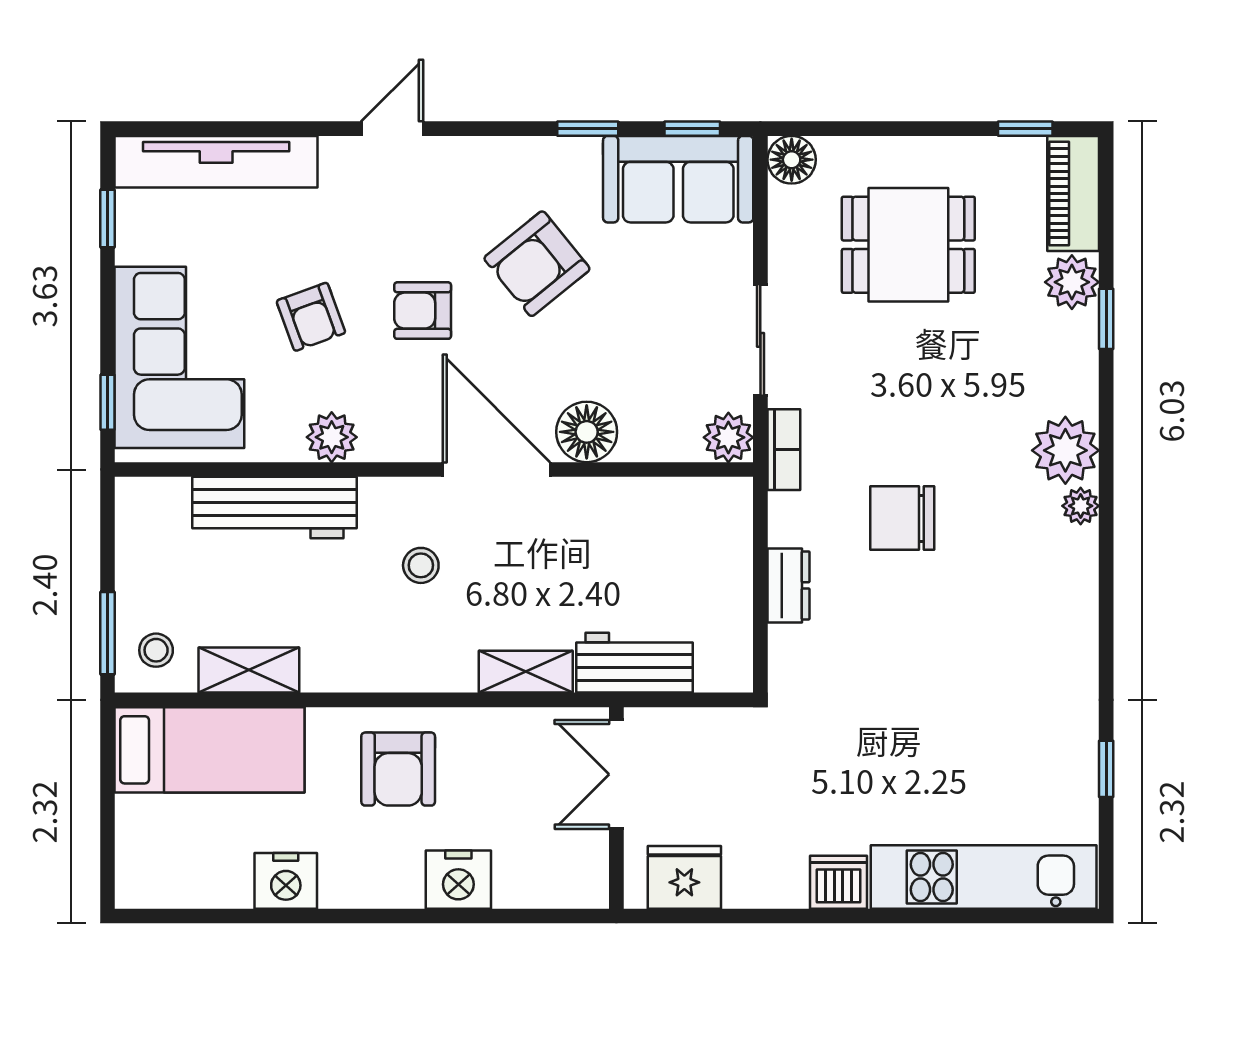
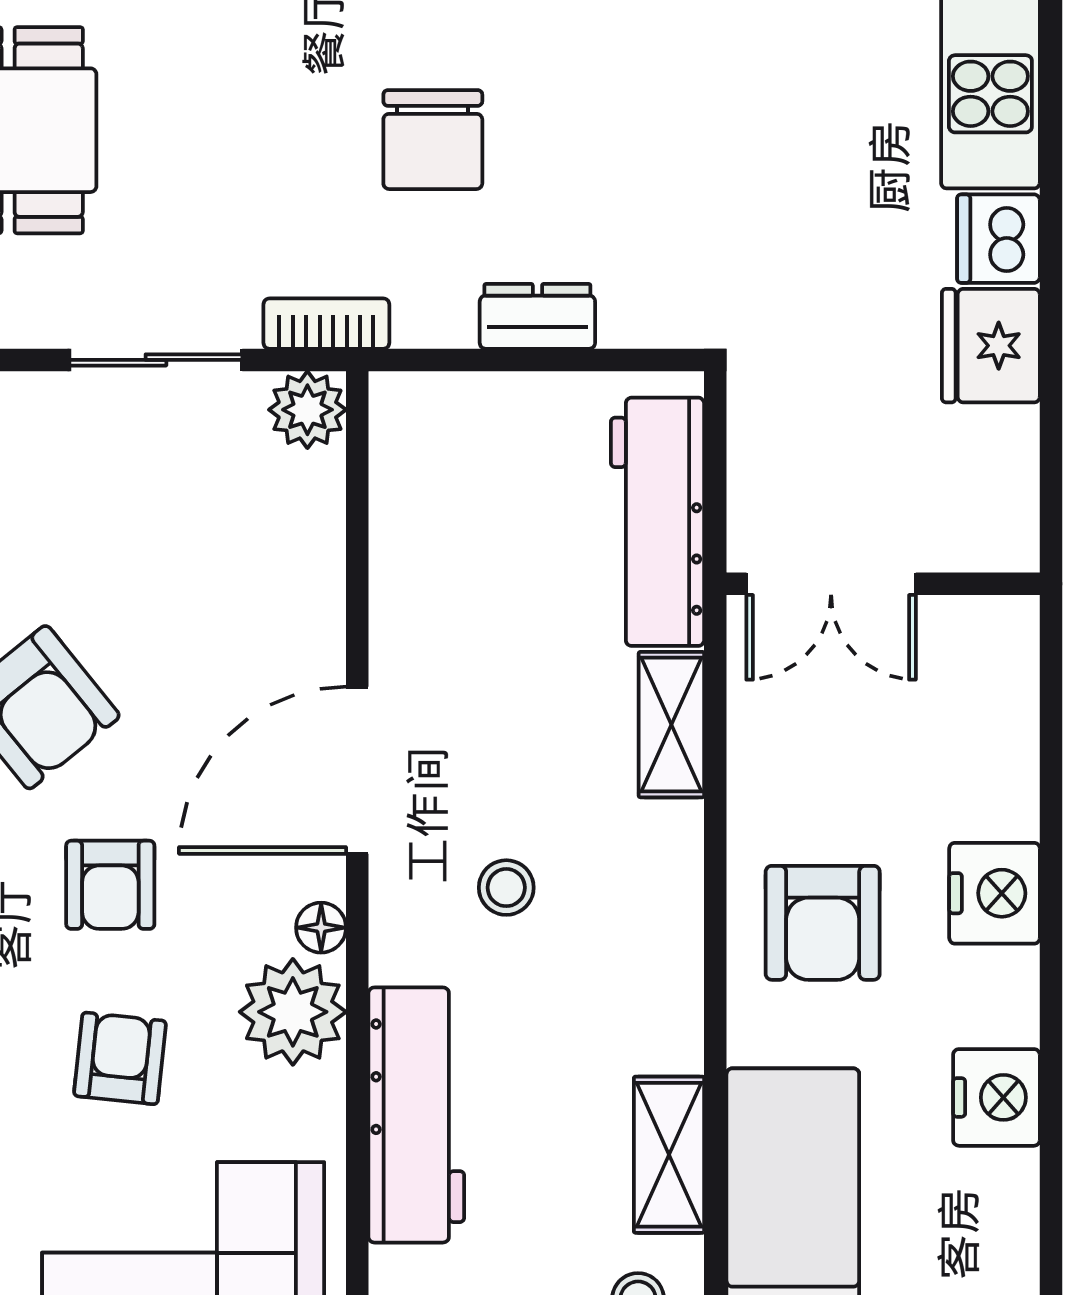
armchair: (311, 317) -> (120, 1058), turned -64
floor lamp: (587, 432) -> (321, 928), moved, width x0.53, depth x0.53
plant: (332, 437) -> (293, 1012), width x1.36, depth x1.36
workbench: (634, 663) -> (657, 522), width x1.38
armchair: (398, 769) -> (823, 923), turned 90
fridge: (684, 877) -> (991, 346), moved
nightstand: (458, 880) -> (995, 893), moved

